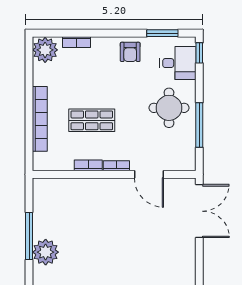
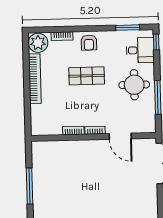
armchair: (130, 52) -> (89, 43), moved
bookcase: (40, 119) -> (35, 79), moved
shop shelf: (92, 120) -> (87, 76), moved
plant: (46, 252) -> (42, 198), removed

